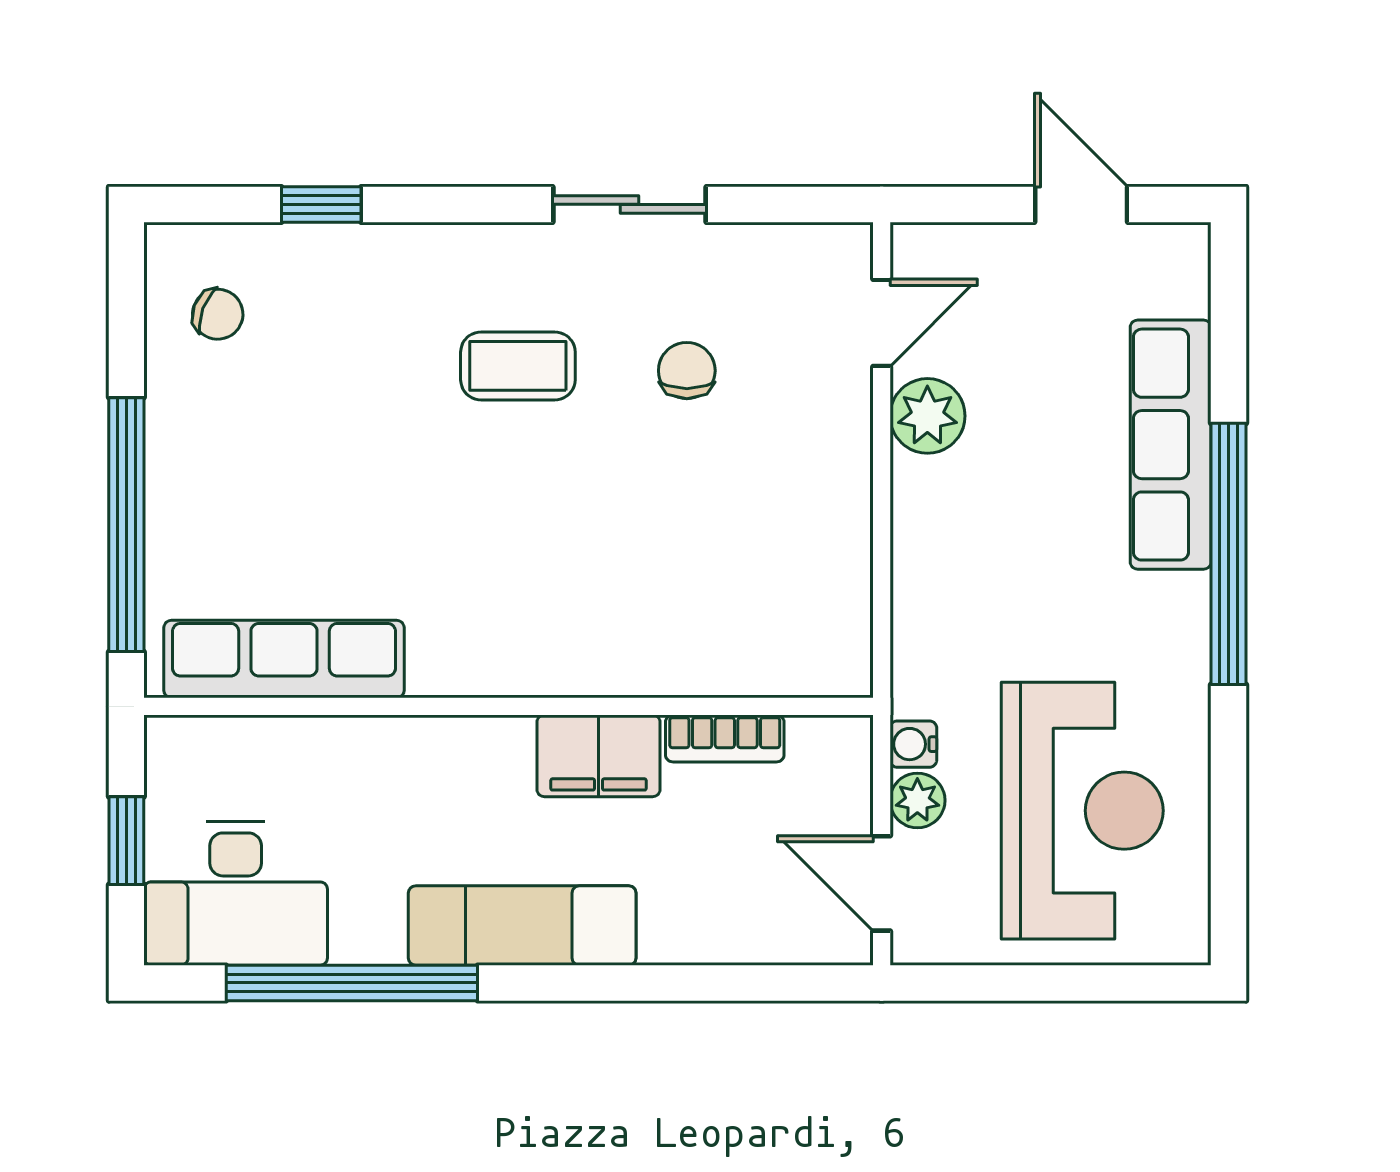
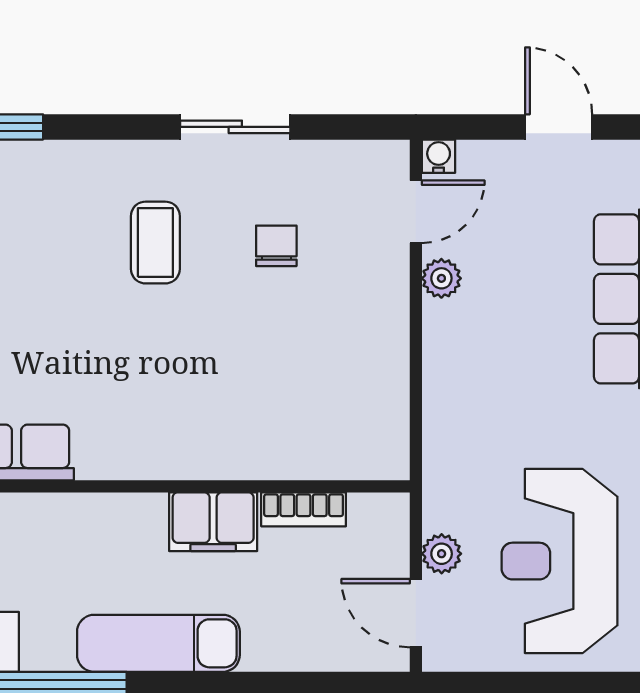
coffee table: (518, 366) -> (155, 243), turned 90
plant: (927, 416) -> (441, 278), width x0.73, depth x0.73
water cooler: (913, 744) -> (439, 156), moved, turned 90
reception desk: (1082, 811) -> (560, 561), turned 180

